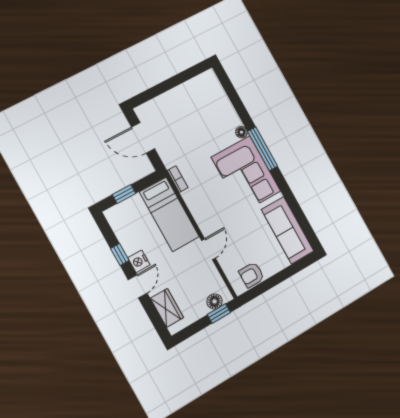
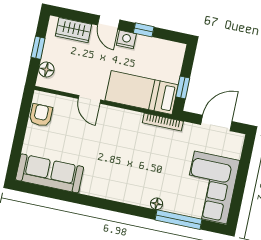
window: (263, 149) -> (179, 220), moved
corner sofa: (246, 174) -> (211, 188), moved, turned -90
bookcase: (178, 179) -> (163, 122), width x1.56
window: (124, 194) -> (183, 87), moved
window: (219, 313) -> (38, 48), moved

